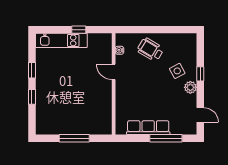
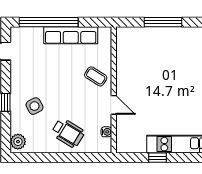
plant: (190, 87) -> (18, 142), moved
coffee table: (128, 95) -> (96, 76), added
window: (166, 138) -> (49, 22), width x1.46

